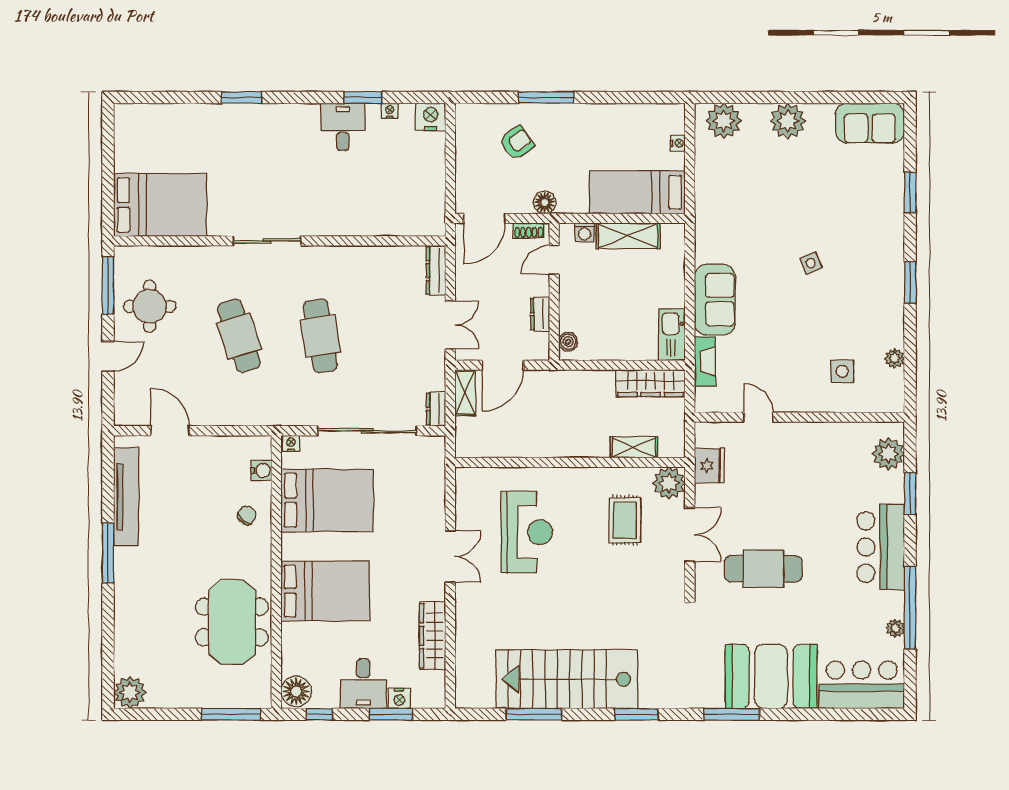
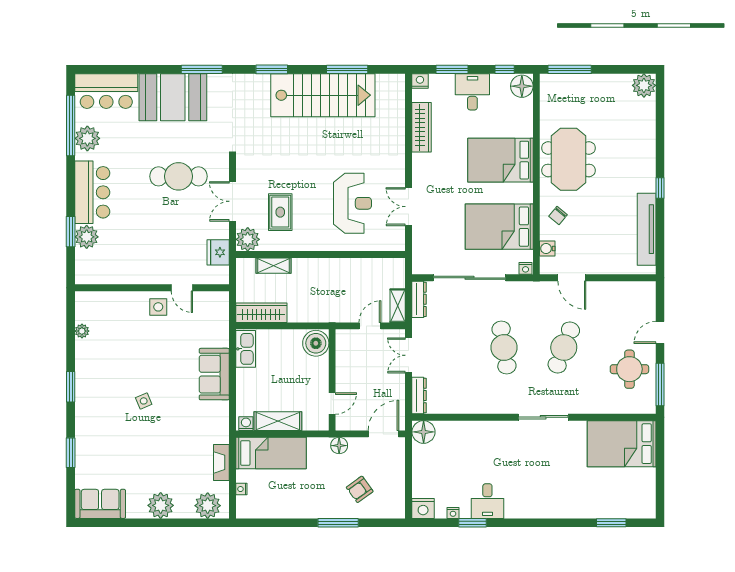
window: (242, 97) -> (611, 523), moved
floor lamp: (430, 221) -> (424, 432), added
shoe rack: (529, 231) -> (351, 425), removed
washing machine: (585, 232) -> (246, 424), moved
dresser: (540, 314) -> (343, 363), removed
cafe table: (239, 336) -> (564, 347), turned 39
boiler: (568, 342) -> (316, 343), width x1.86, depth x1.86
fireplace: (705, 361) -> (221, 462), moved
door: (503, 365) -> (370, 326), width x0.73
side table: (842, 371) -> (158, 307), moved
dresser: (436, 409) -> (419, 299), width x1.44
door: (170, 431) -> (572, 278), moved
plant: (888, 454) -> (87, 237), moved
reception desk: (527, 532) -> (352, 203), turned 180
window: (108, 553) -> (660, 188), width x0.46
double door: (450, 557) -> (409, 207), moved
window: (910, 607) -> (71, 125), moved
meeting table: (232, 622) -> (569, 159), moved
plant: (895, 628) -> (87, 138), width x1.87, depth x1.87
nightstand: (399, 699) -> (420, 81), moved

